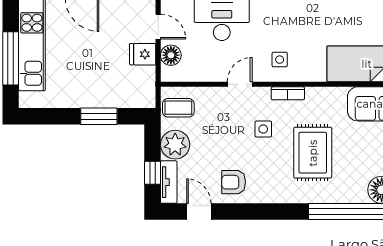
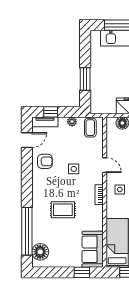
side table: (263, 129) -> (74, 169), moved
plant: (175, 145) -> (72, 122), width x0.53, depth x0.53
rug: (313, 153) -> (63, 210), width x0.73, depth x0.70
armchair: (234, 182) -> (45, 161), turned 90

